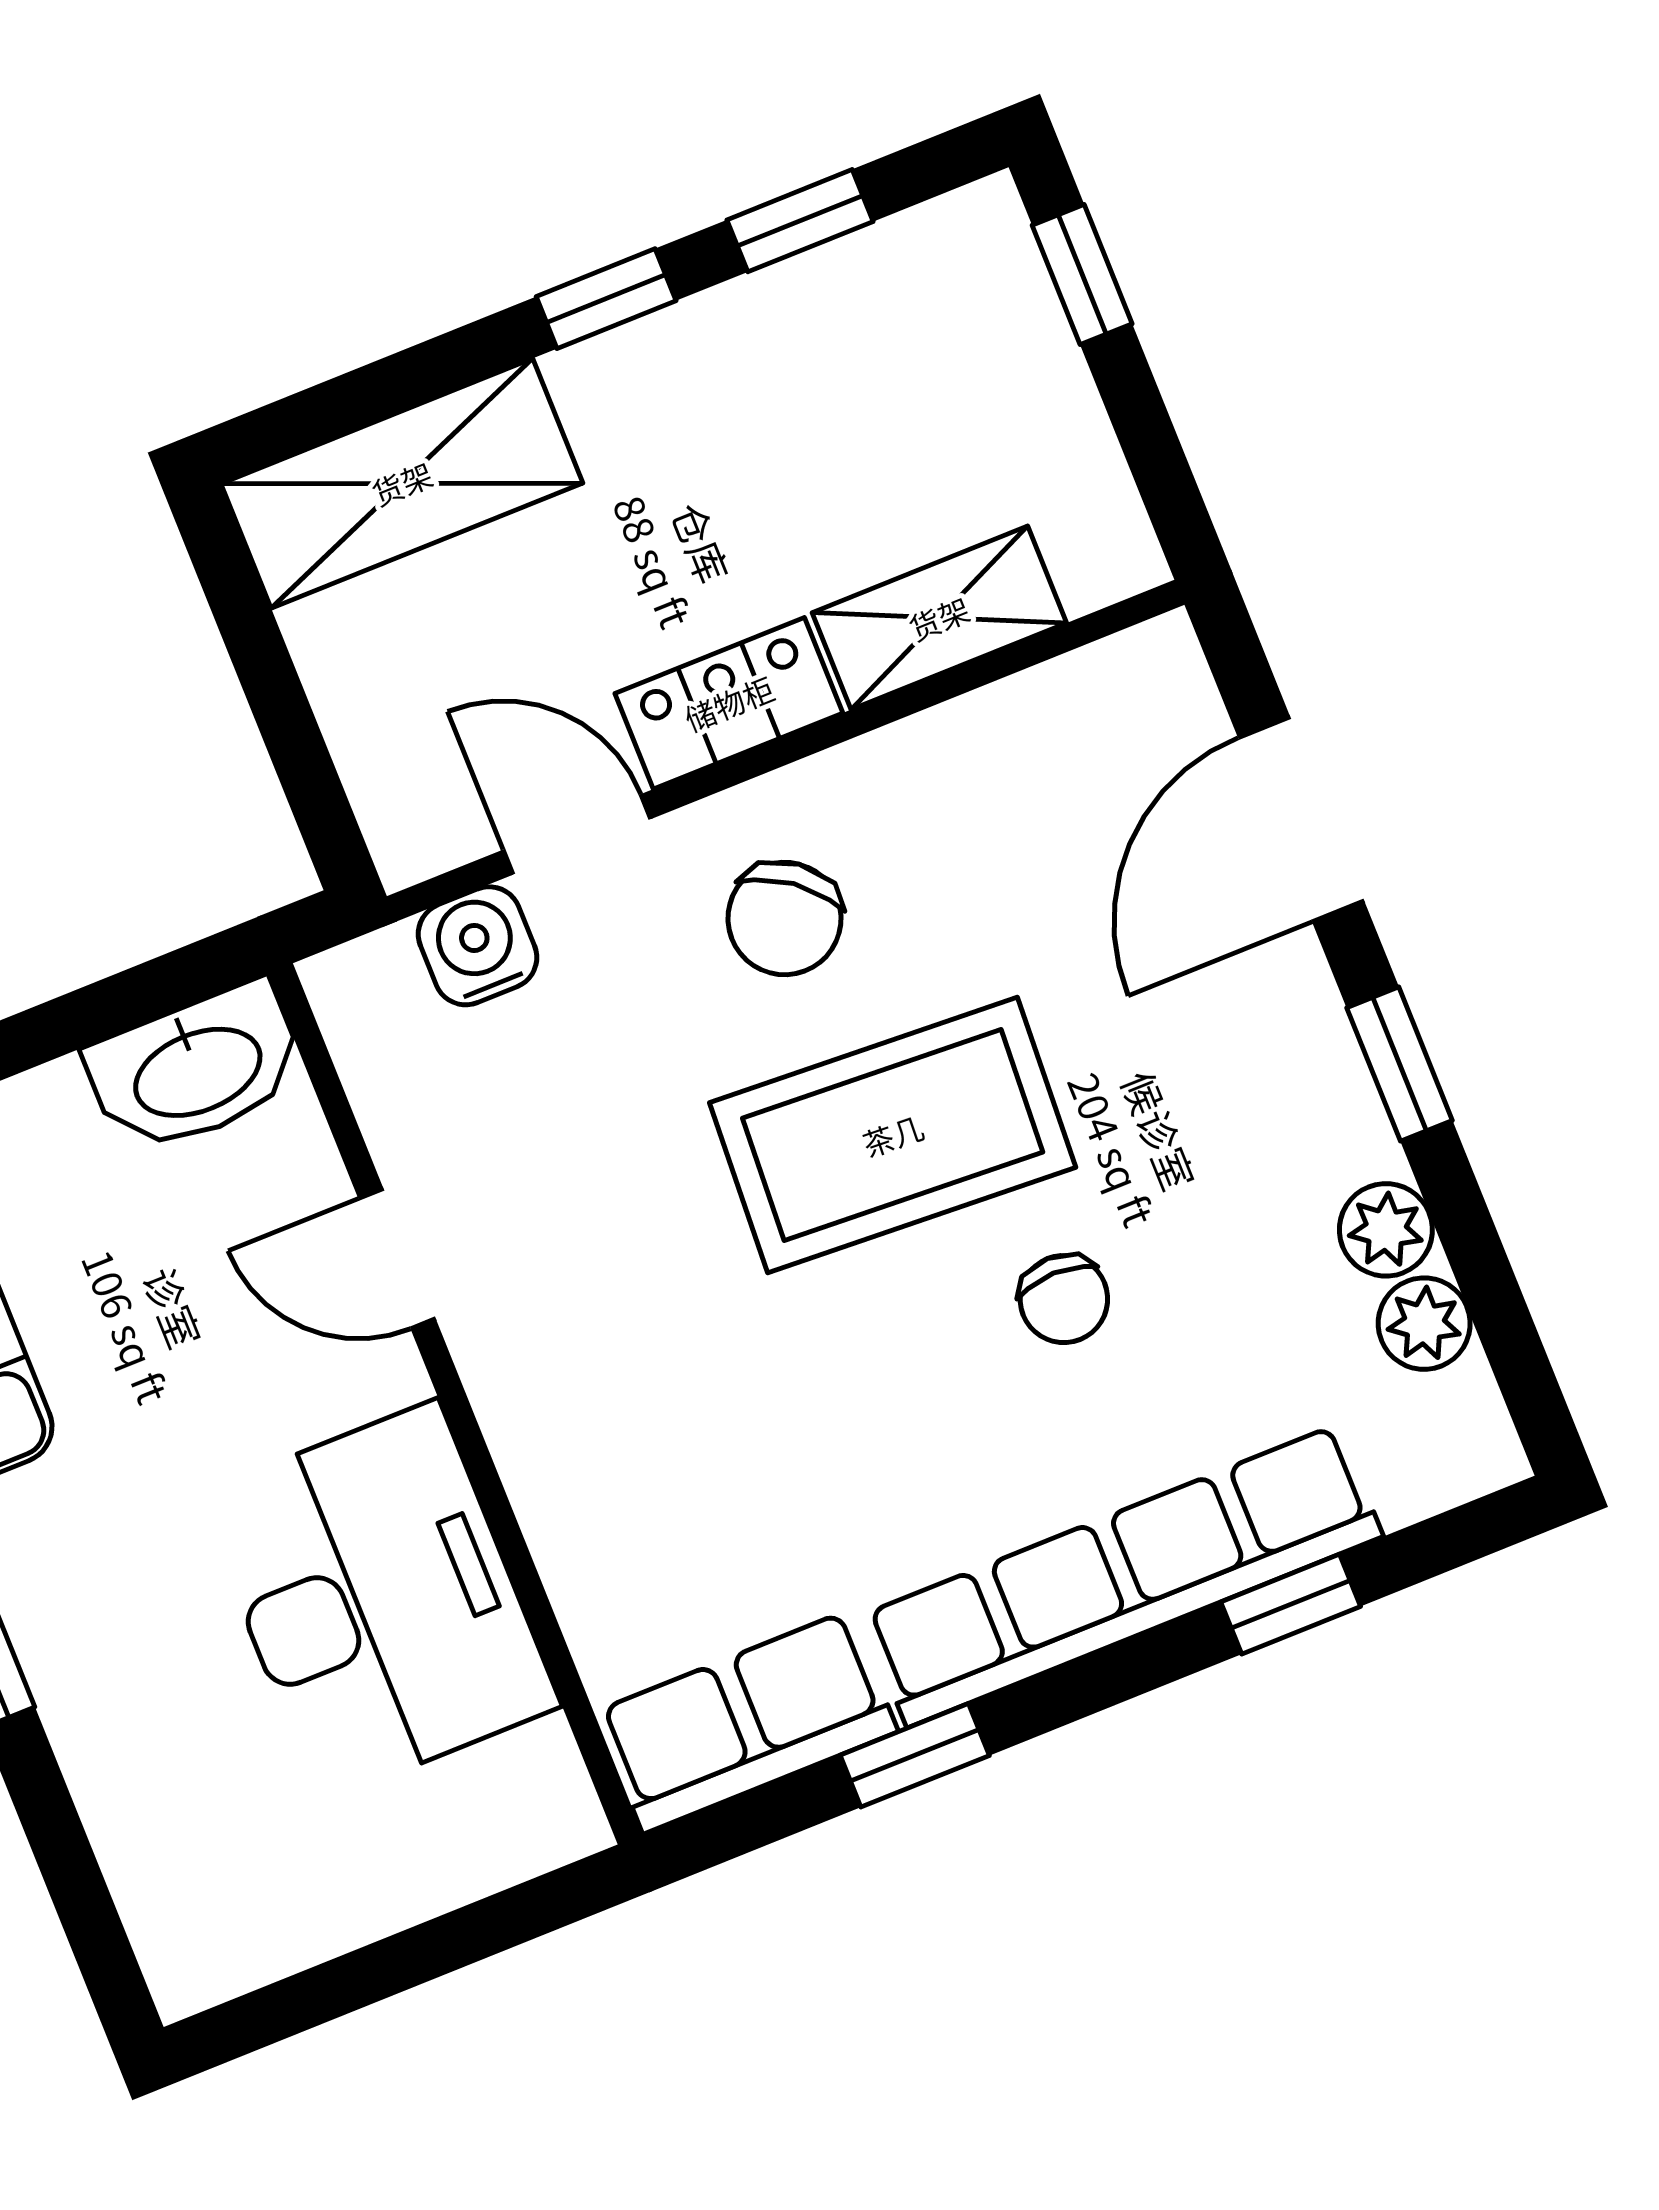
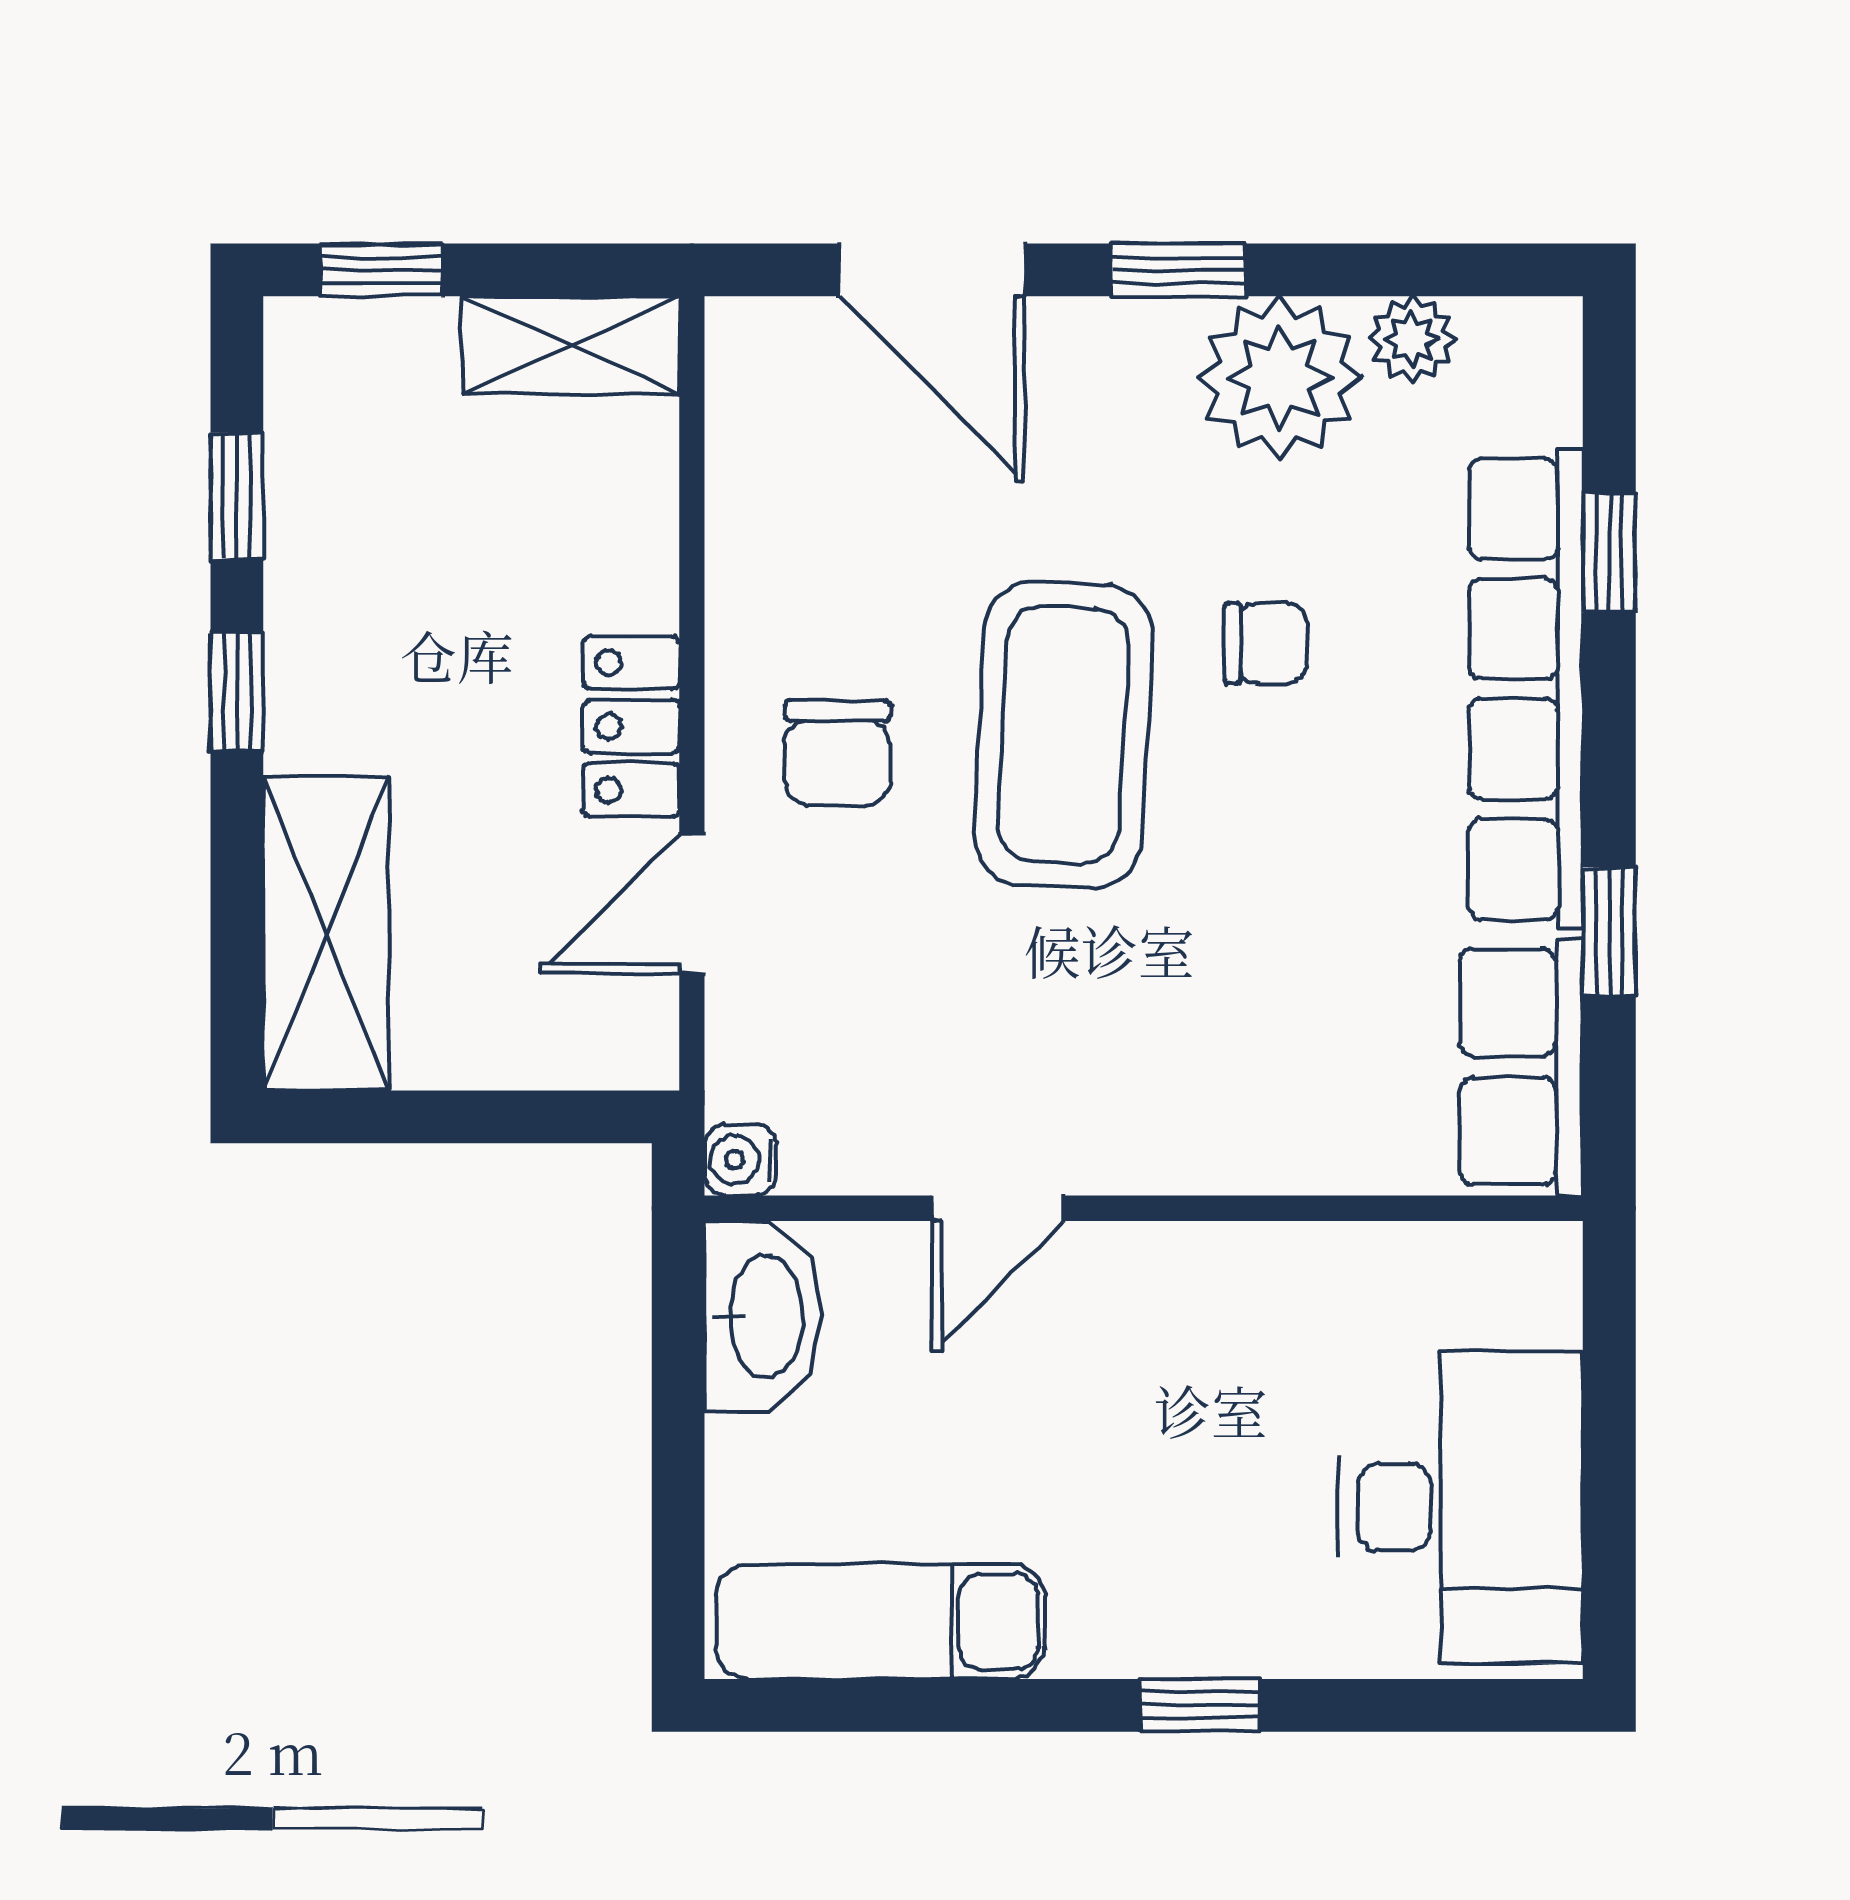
shelving: (939, 618) -> (571, 345), moved, turned 90
chair: (784, 918) -> (837, 753), turned 53
water cooler: (478, 946) -> (740, 1160), moved, width x0.72, depth x0.72
plant: (1386, 1230) -> (1279, 378), width x1.88, depth x1.88
desk: (379, 1601) -> (1460, 1507), moved, turned 90

